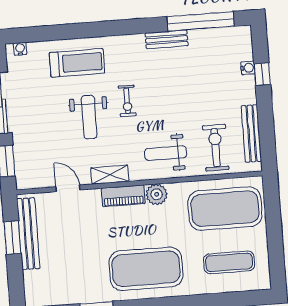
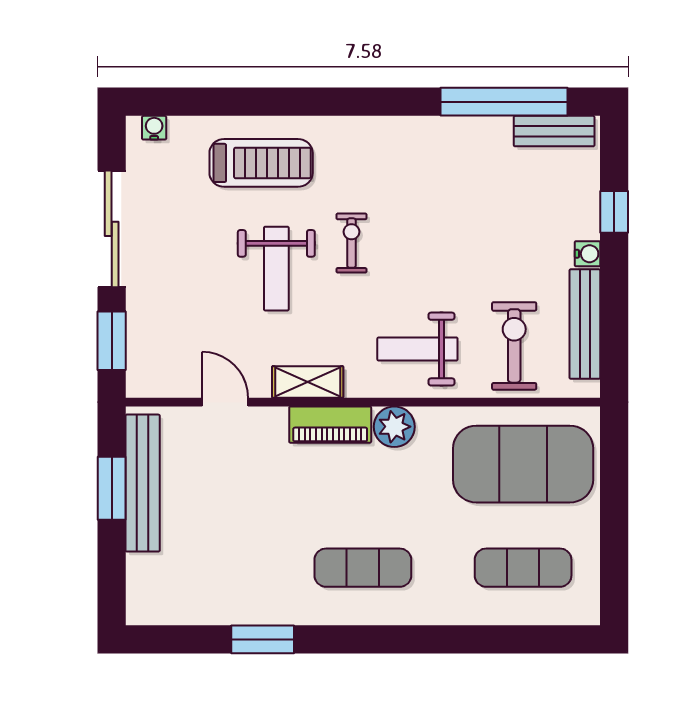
bench: (167, 39) -> (554, 131), moved
water cooler: (248, 68) -> (588, 254), moved
exercise bike: (127, 101) -> (351, 243), turned 180
exercise mat: (146, 269) -> (363, 568), width x0.50, depth x0.69

